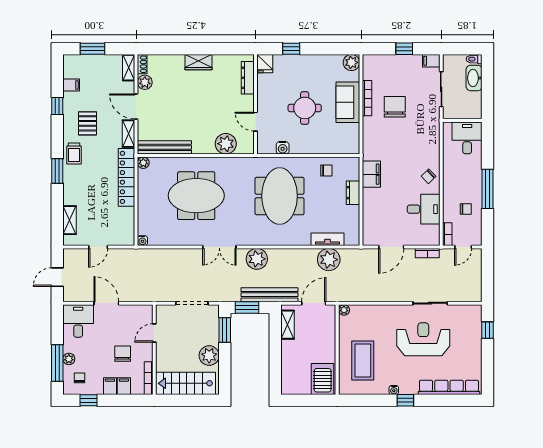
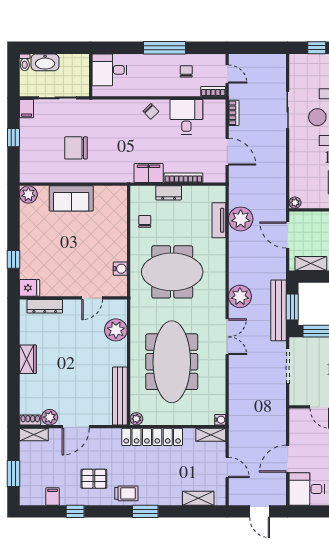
bookcase: (367, 98) -> (183, 178), moved
round table: (305, 108) -> (77, 245), removed
shelving: (128, 134) -> (211, 435), moved
meeting table: (196, 196) -> (172, 362), width x1.36
bench: (270, 295) -> (279, 310), moved

